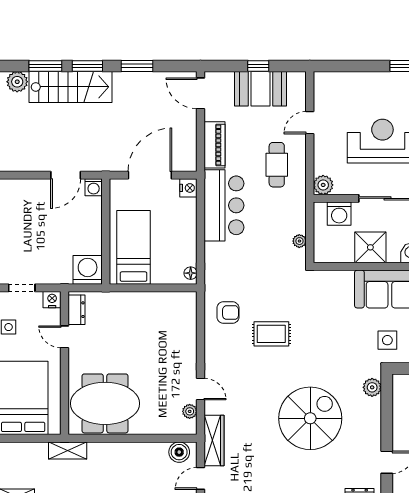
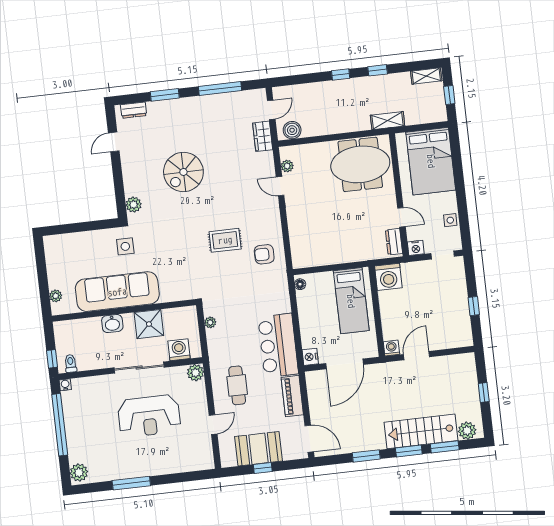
spiral stairs: (310, 418) -> (183, 172), width x0.73, depth x0.73
wardrobe: (214, 440) -> (263, 136), width x0.67

